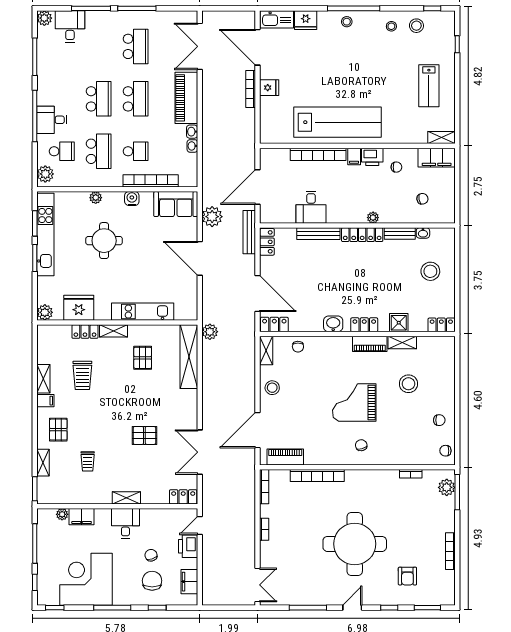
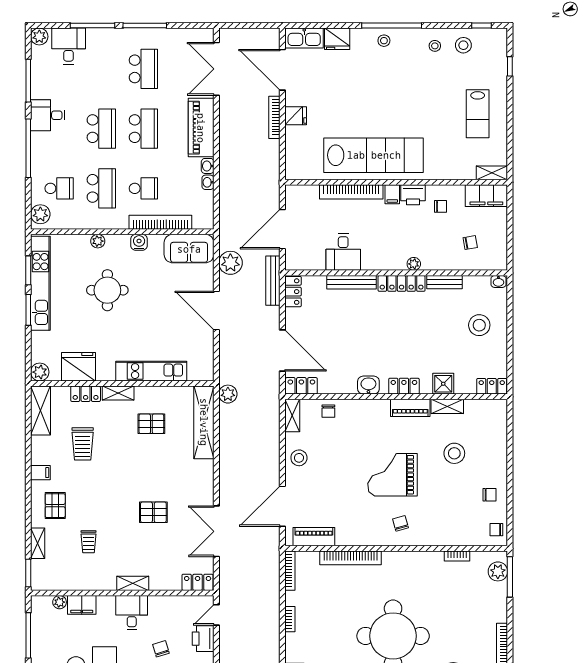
desk: (52, 120) -> (48, 115), moved
washbasin: (423, 233) -> (498, 281), moved
pallet: (143, 358) -> (151, 424), turned 90
shelving: (43, 379) -> (41, 411), moved, width x1.50, depth x1.33

